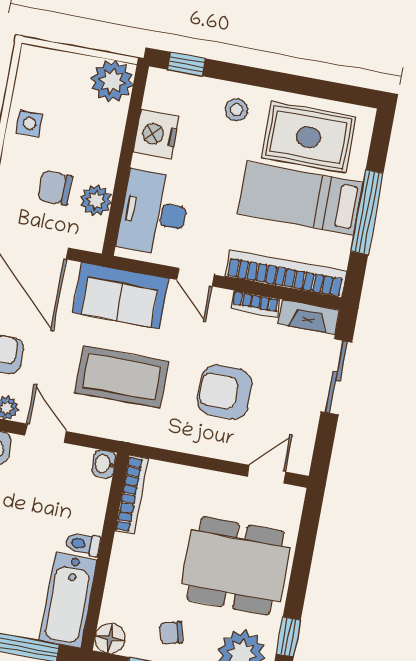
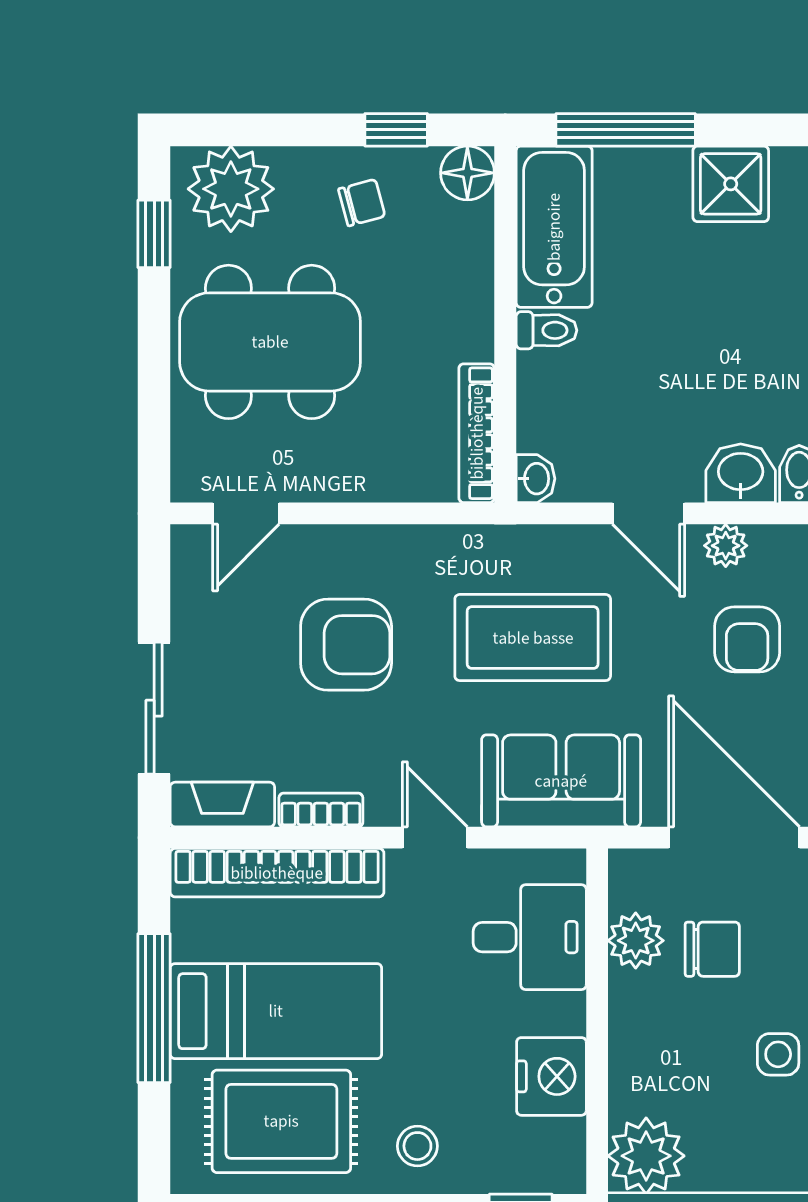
desk: (154, 213) -> (530, 937), width x0.73

